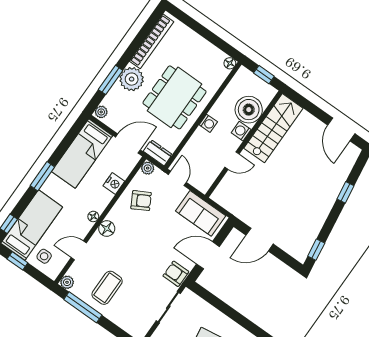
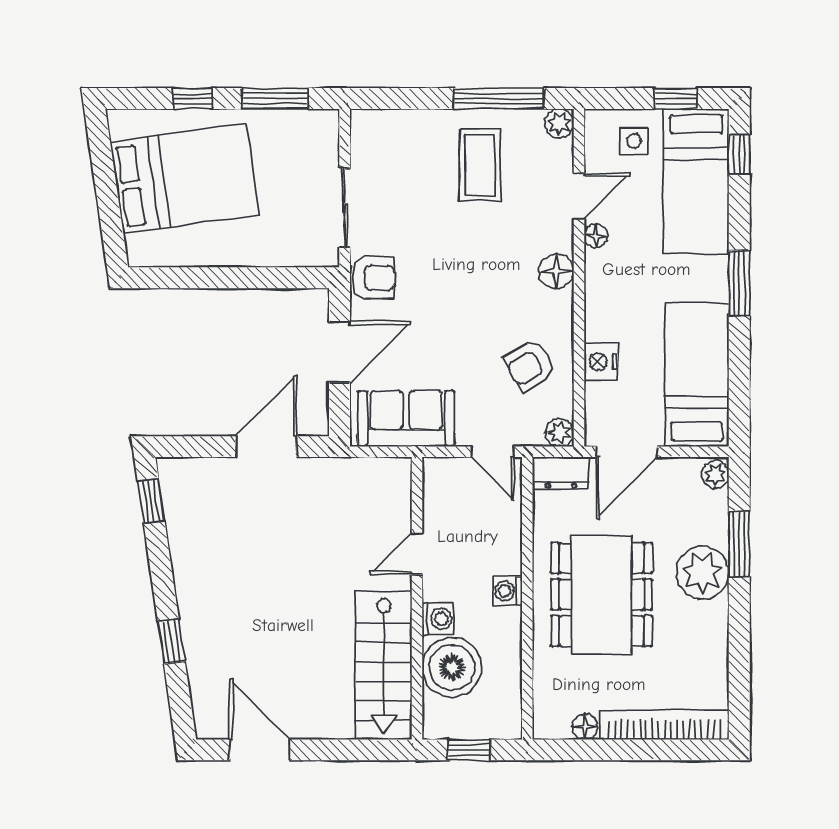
bookcase: (152, 41) -> (665, 725), moved, turned 90
floor lamp: (230, 63) -> (585, 727), moved
floor lamp: (93, 216) -> (596, 236), moved

